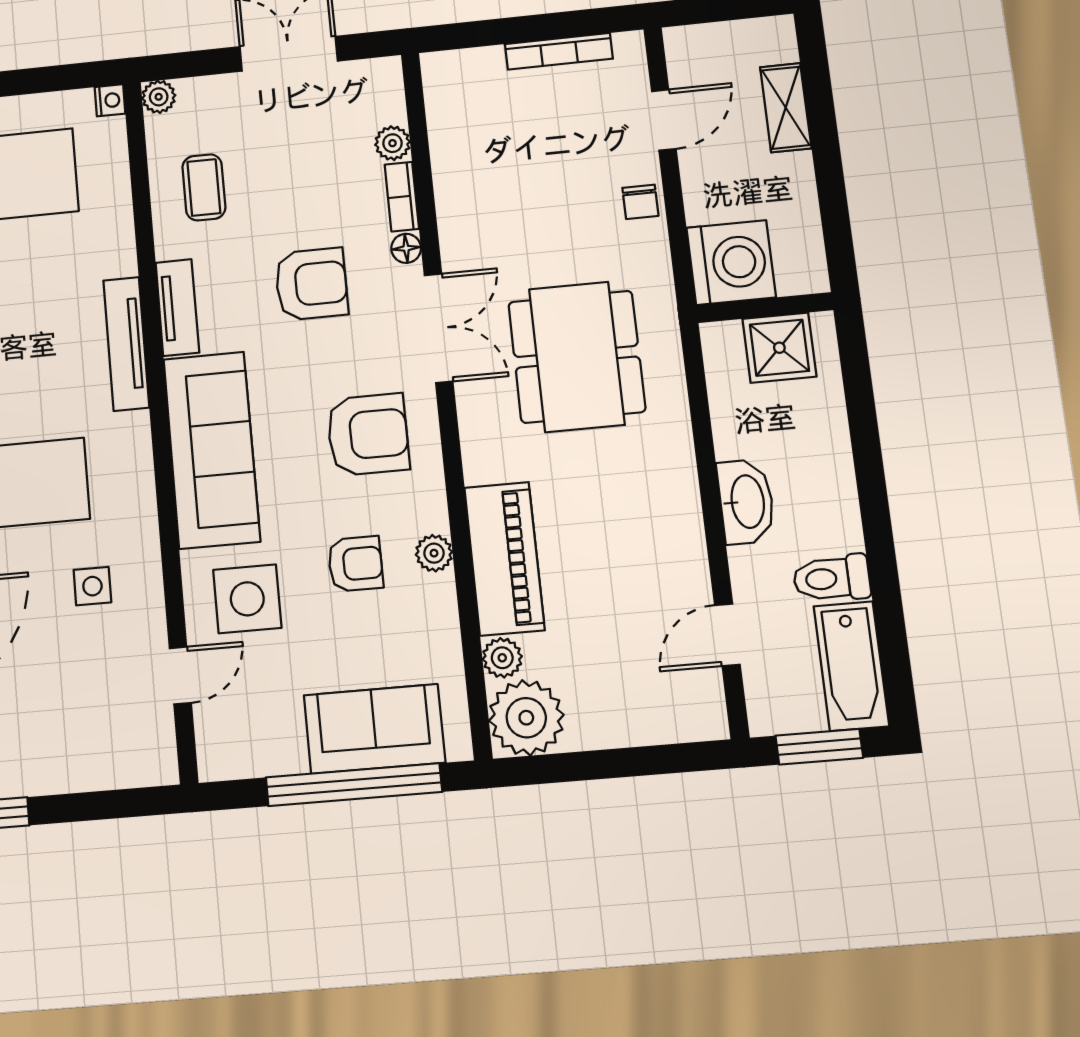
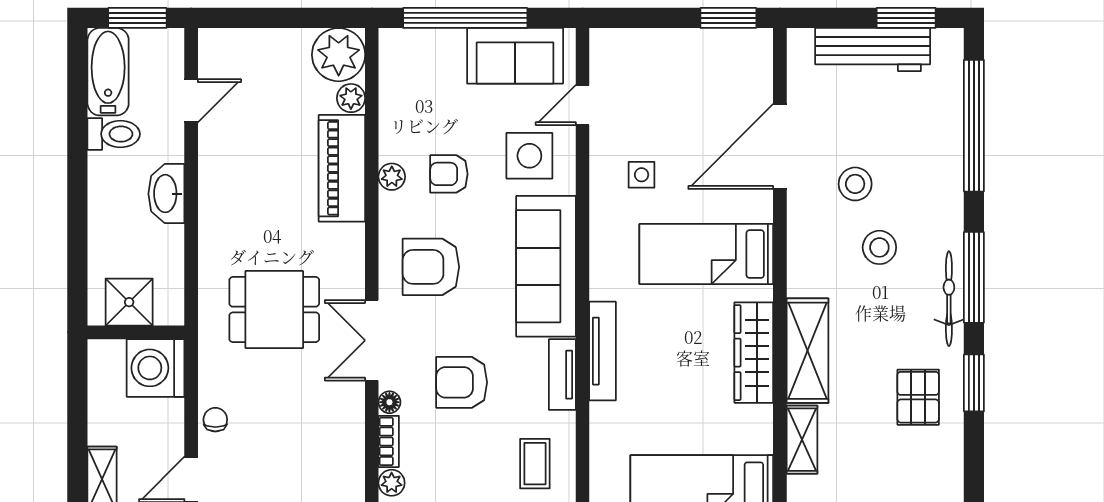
dining table: (577, 357) -> (274, 310), width x0.73
sofa: (374, 729) -> (515, 56), moved

